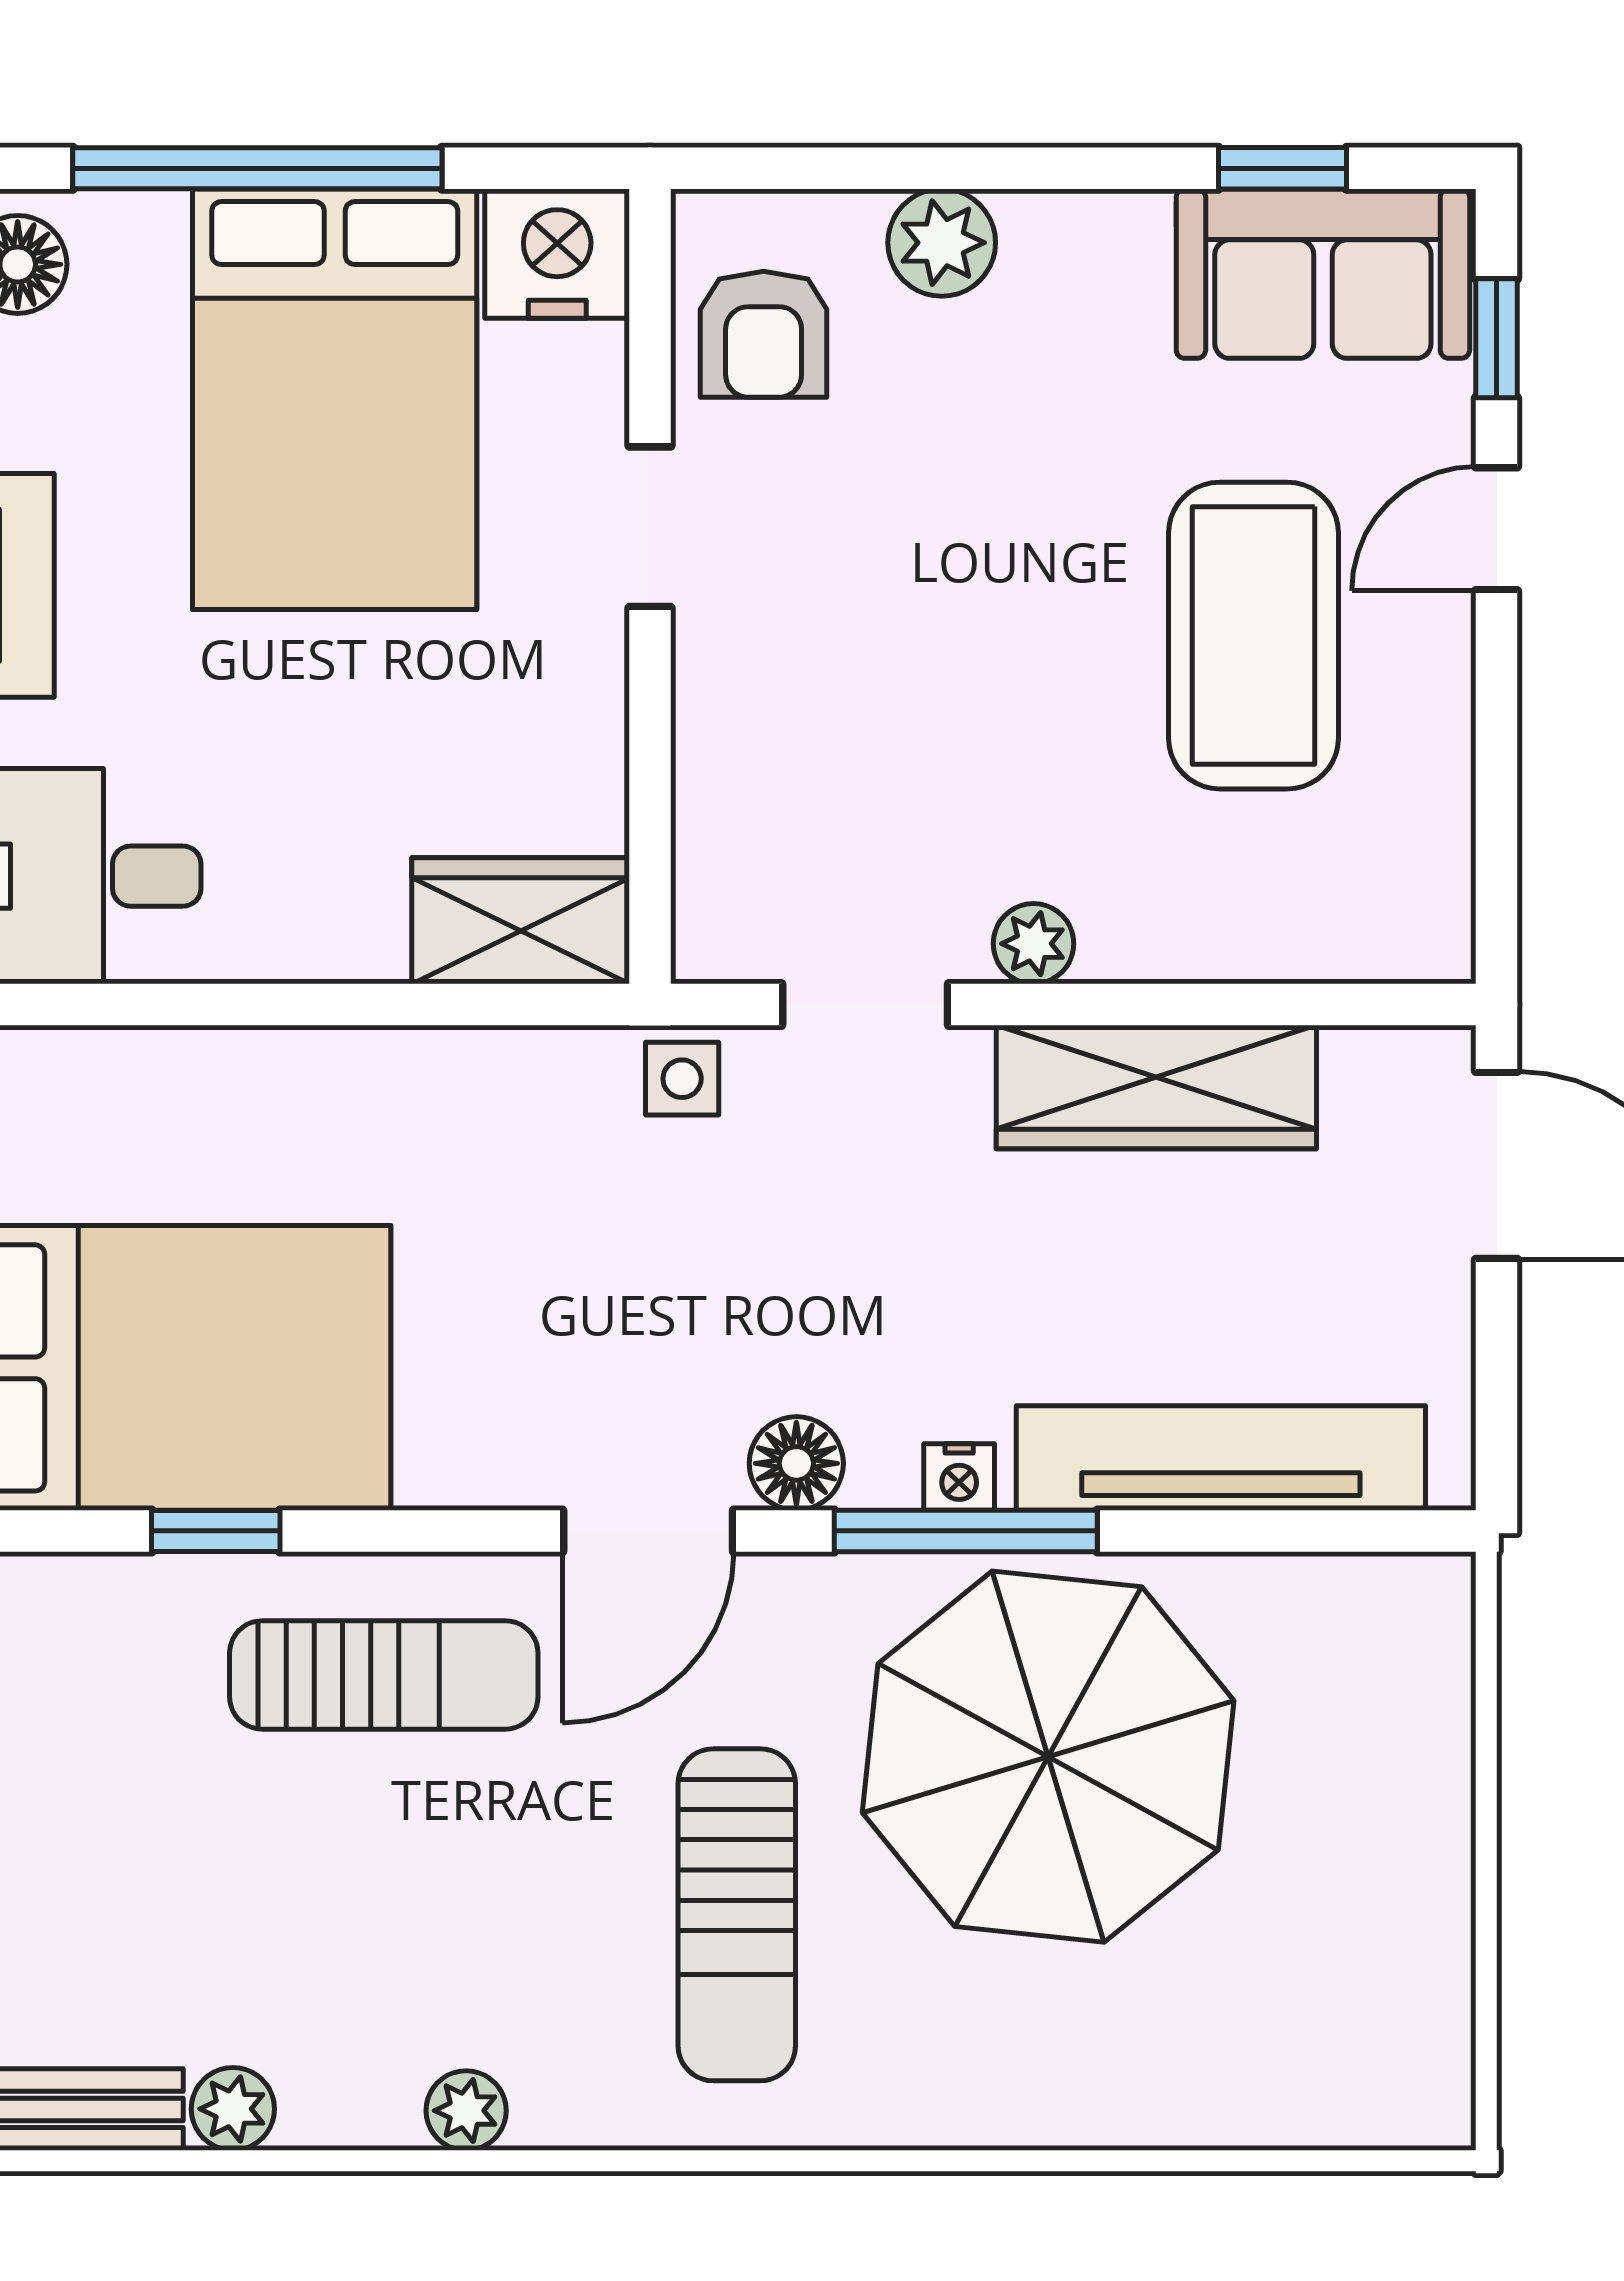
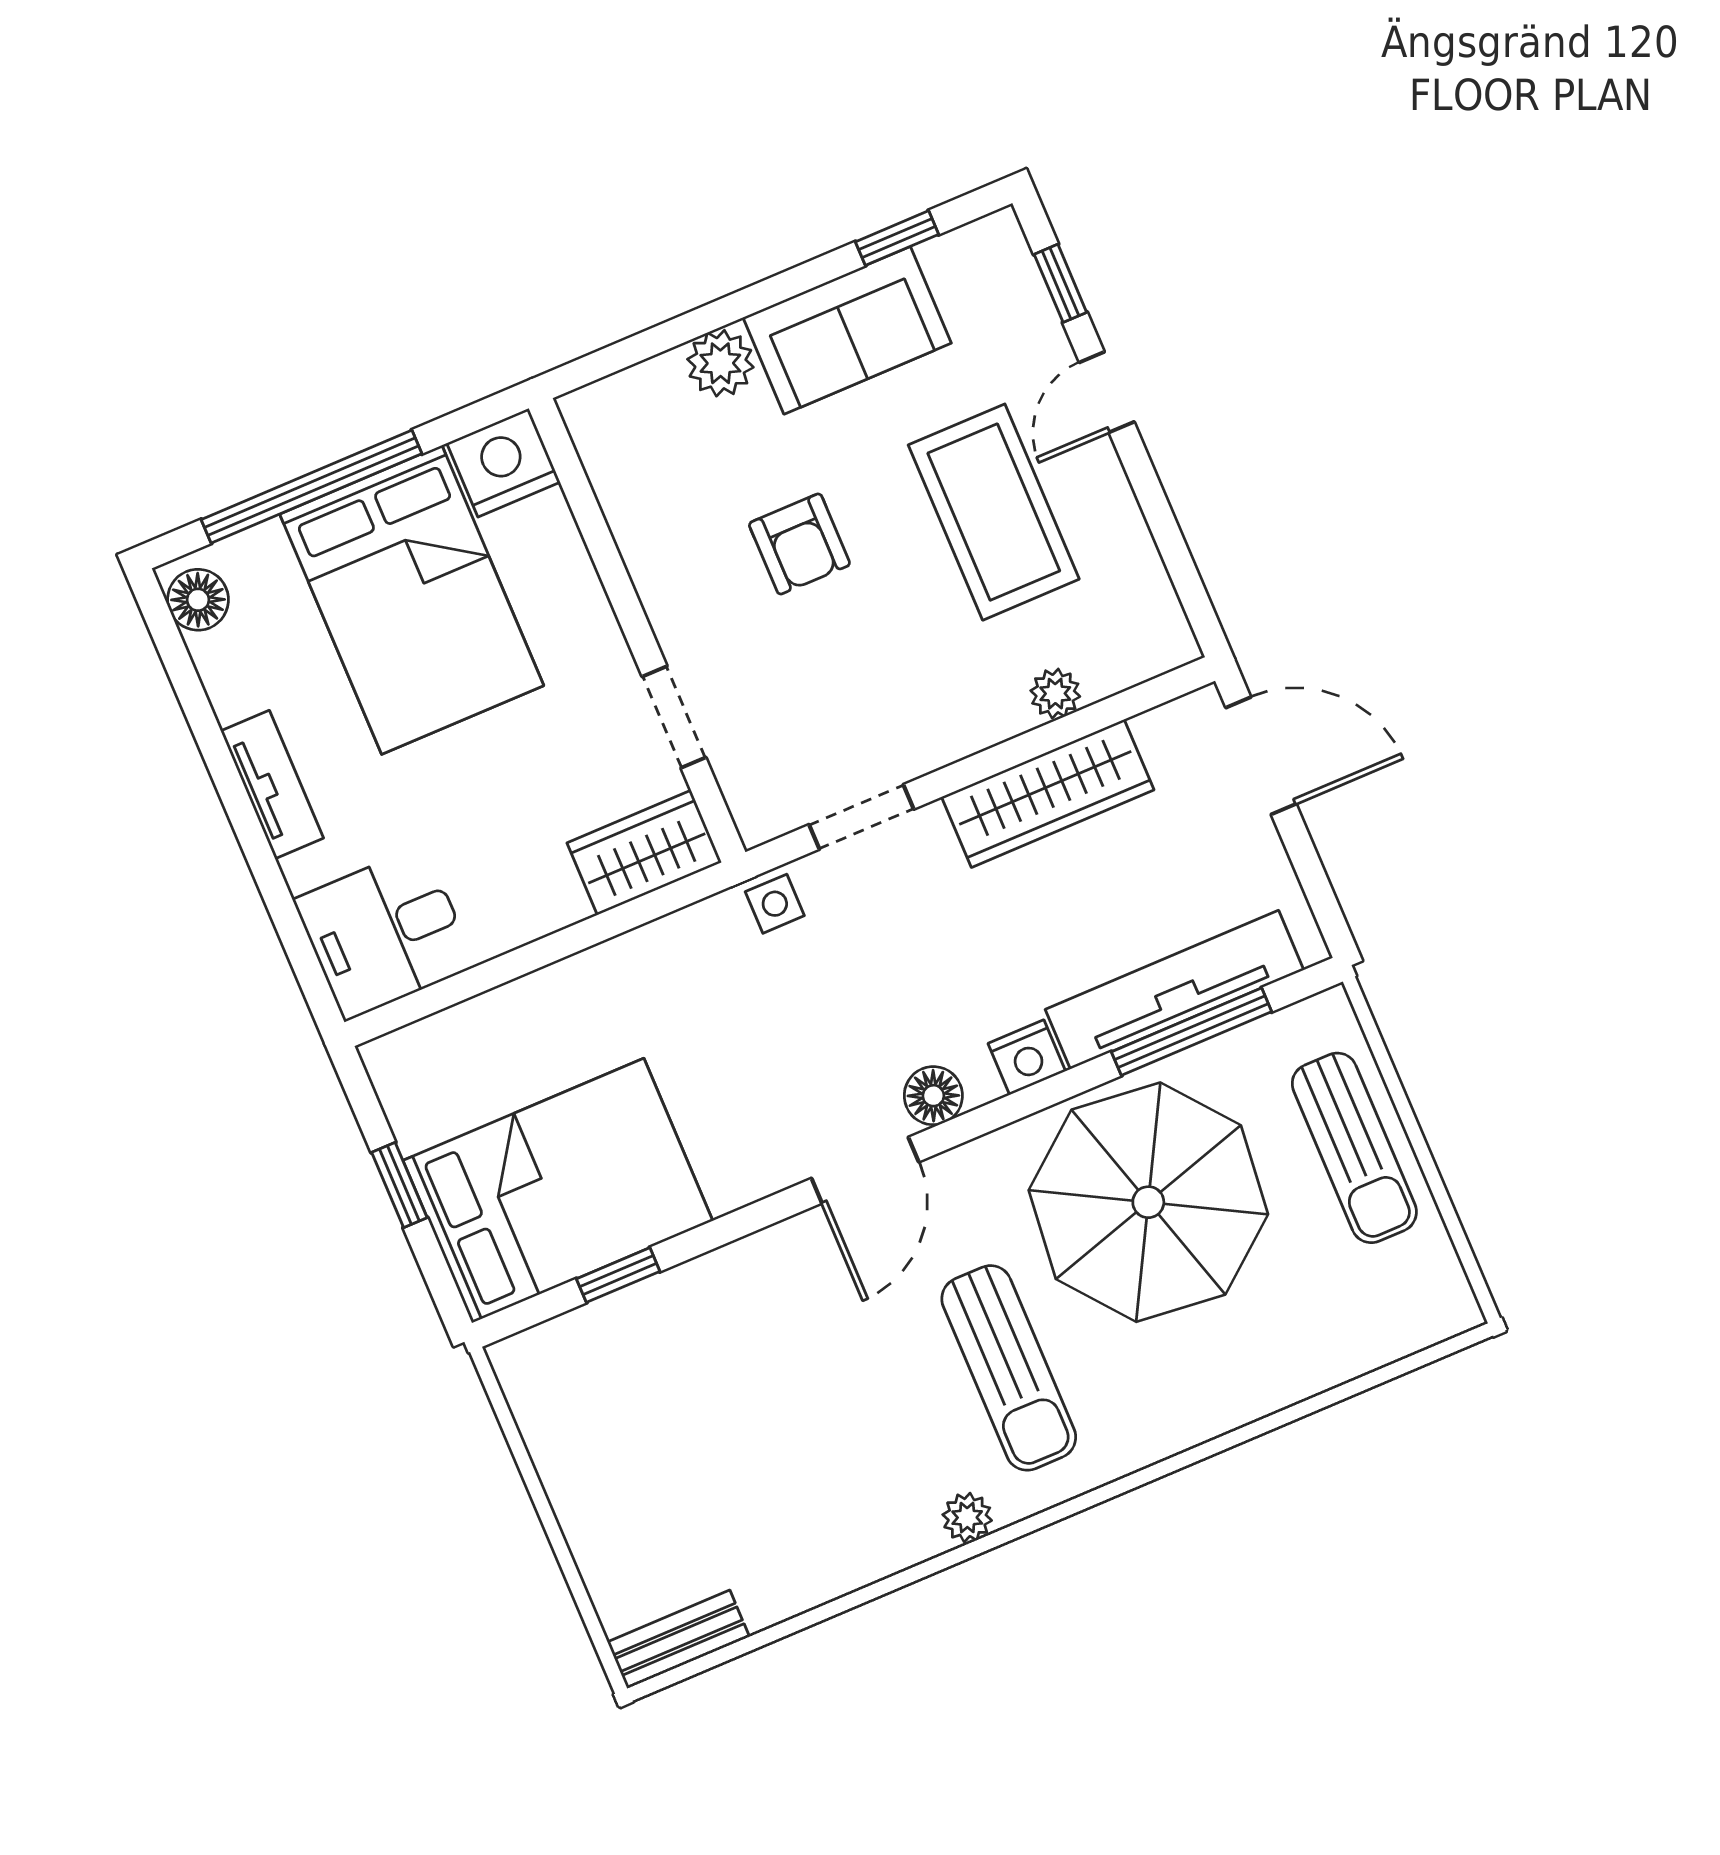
sofa: (1323, 274) -> (847, 330), moved
armchair: (764, 334) -> (799, 544), moved
doorway: (650, 527) -> (674, 717), moved
plant: (1034, 944) -> (1055, 694), moved
nightstand: (959, 1477) -> (1027, 1057), width x1.39, depth x1.35
window: (966, 1531) -> (1191, 1032), moved
sun lounger: (384, 1675) -> (1354, 1148), moved, turned 90
plant: (233, 2109) -> (768, 1601), removed
plant: (466, 2111) -> (967, 1518), moved

